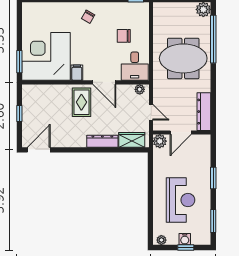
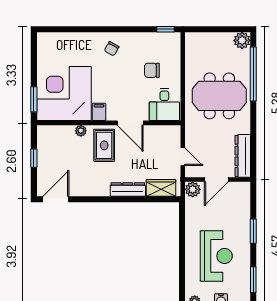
plant: (140, 89) -> (81, 131), moved

